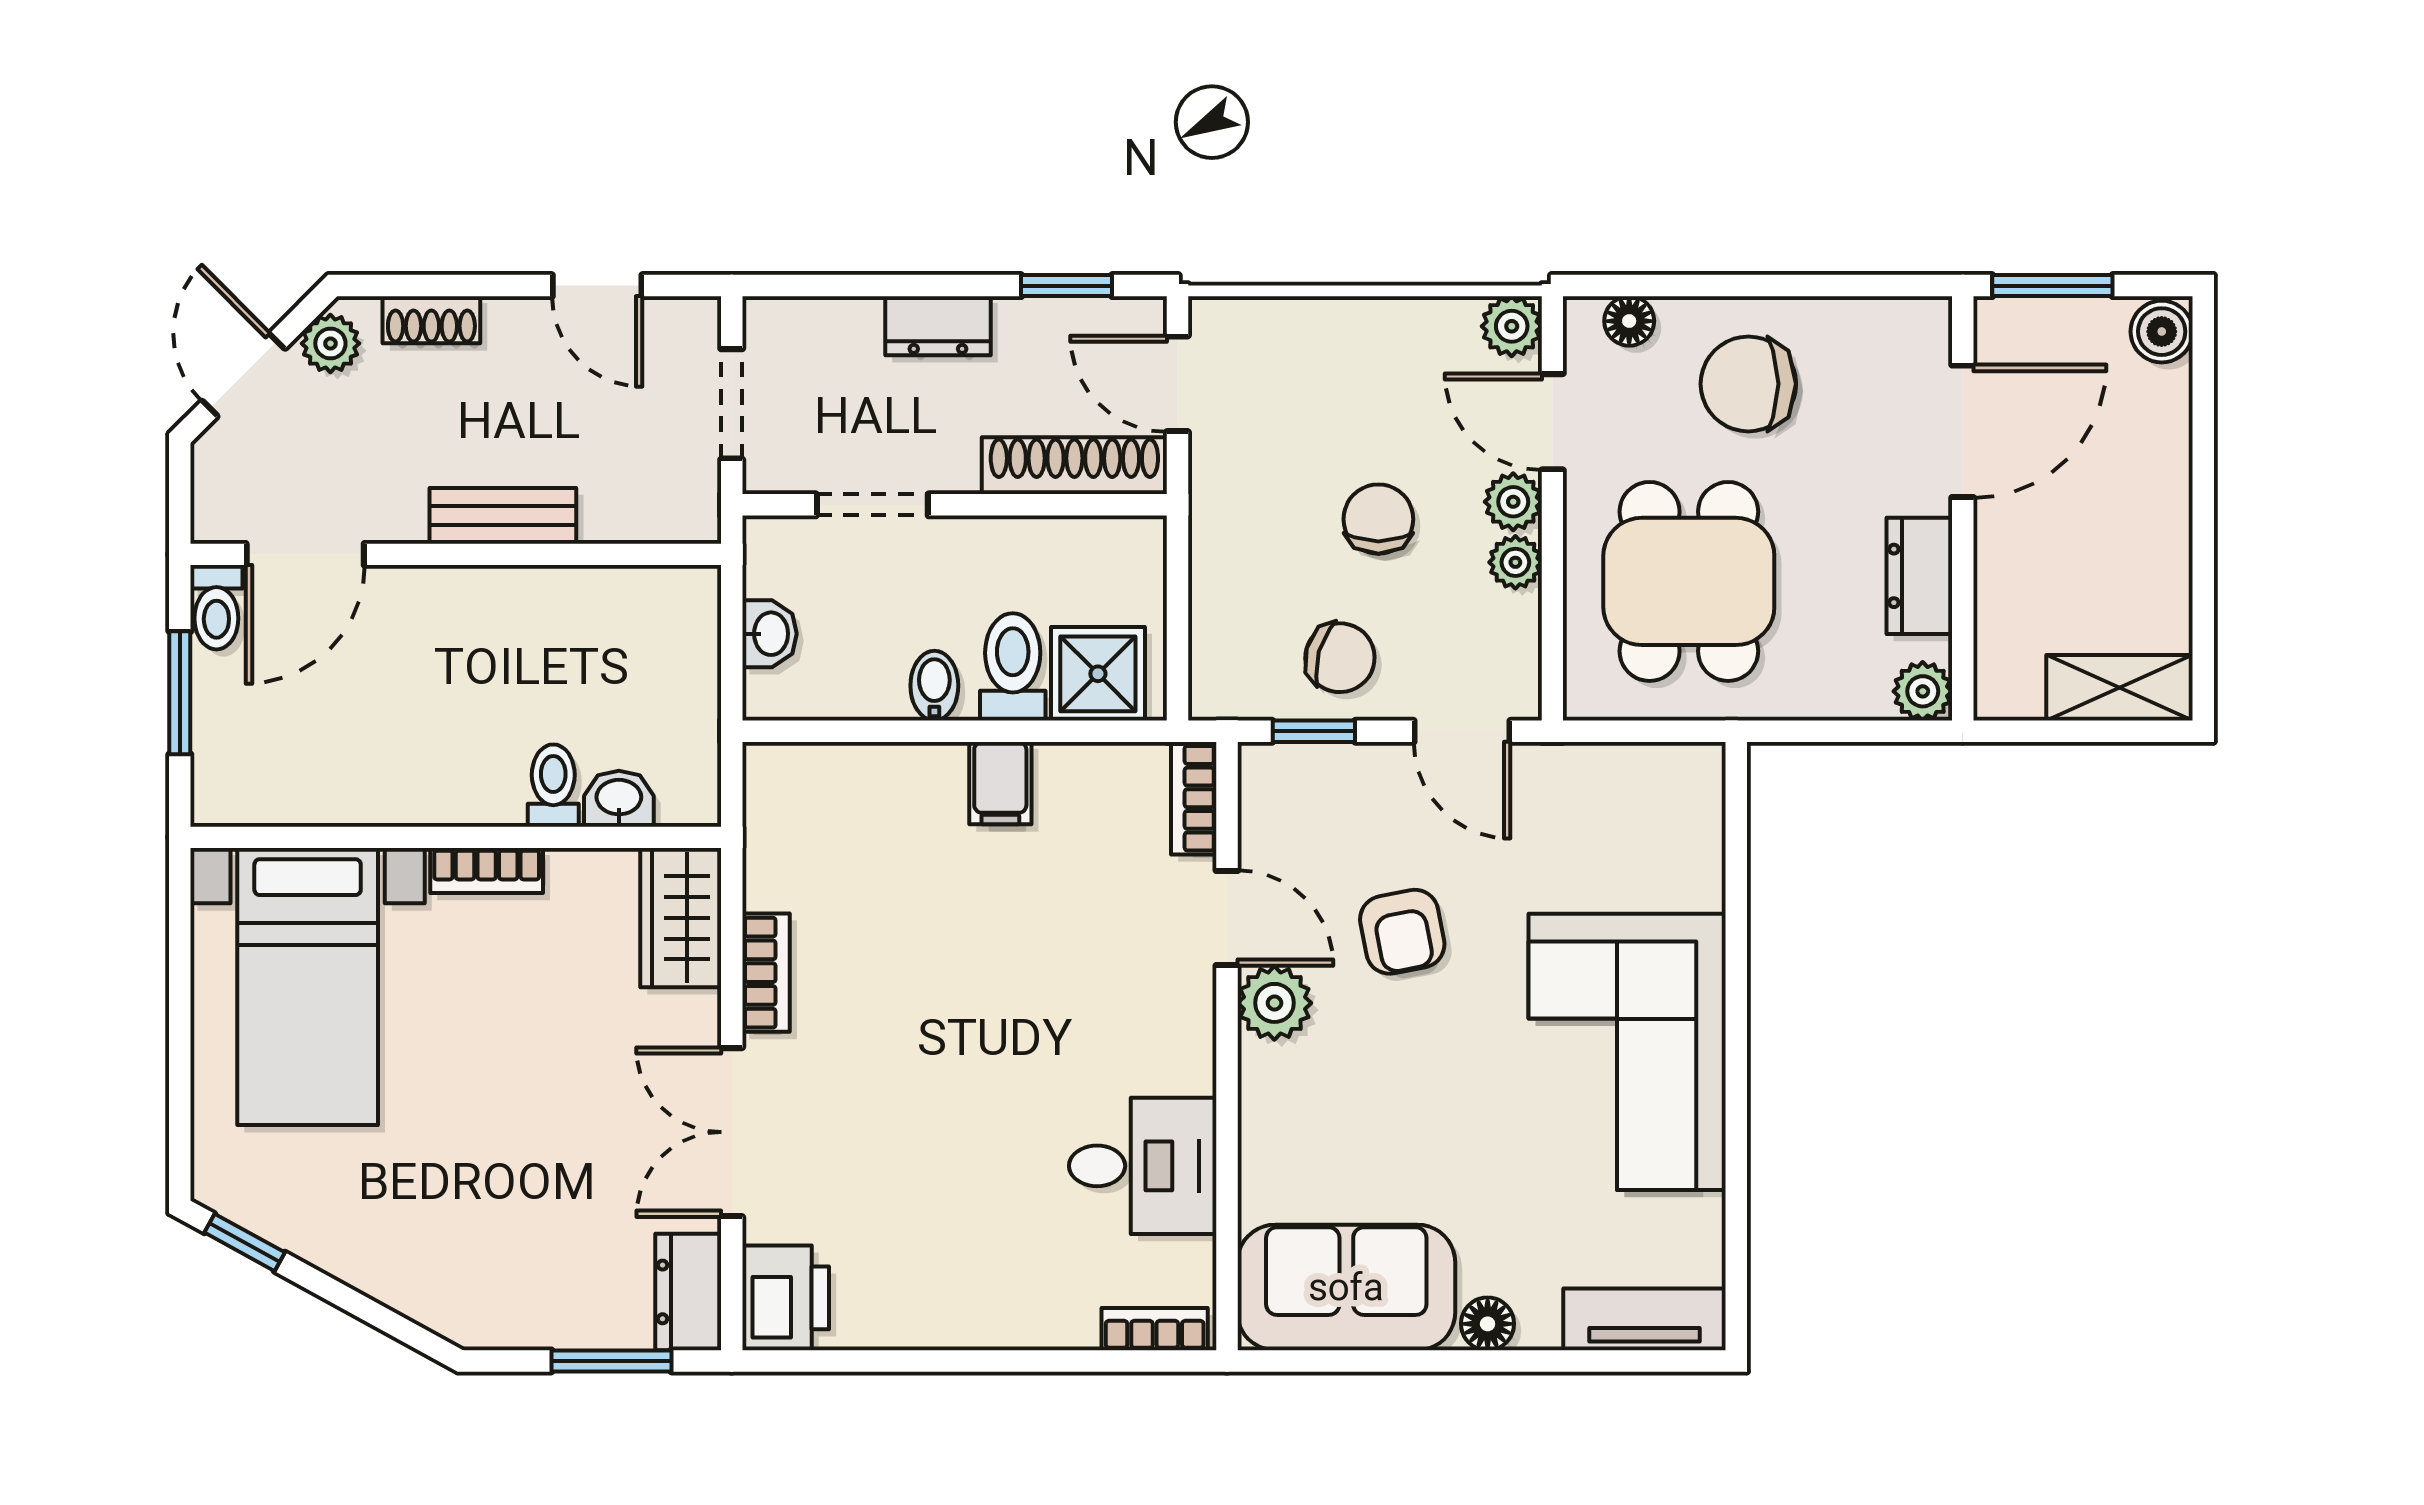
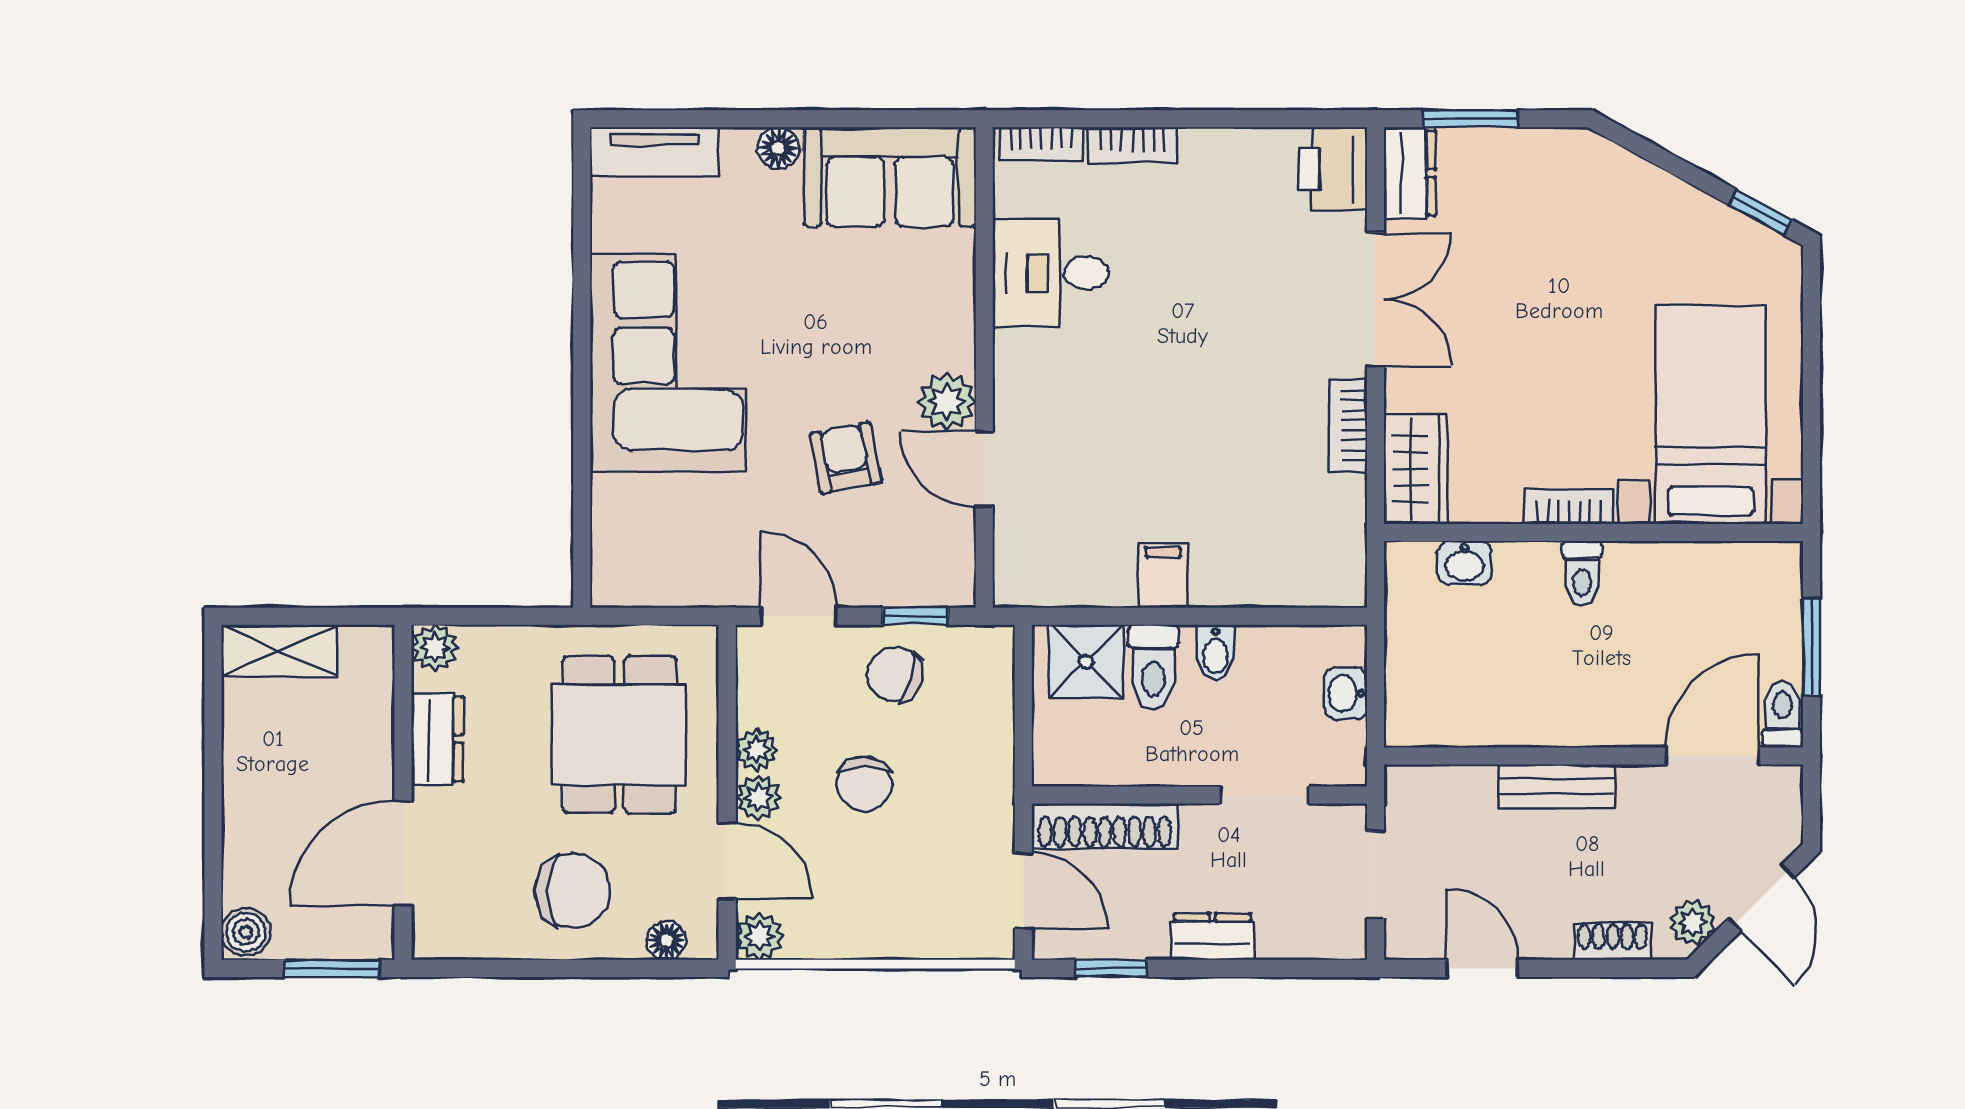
toilet: (553, 786) -> (1582, 573), moved
bookcase: (1194, 798) -> (1132, 145), moved, turned 90

